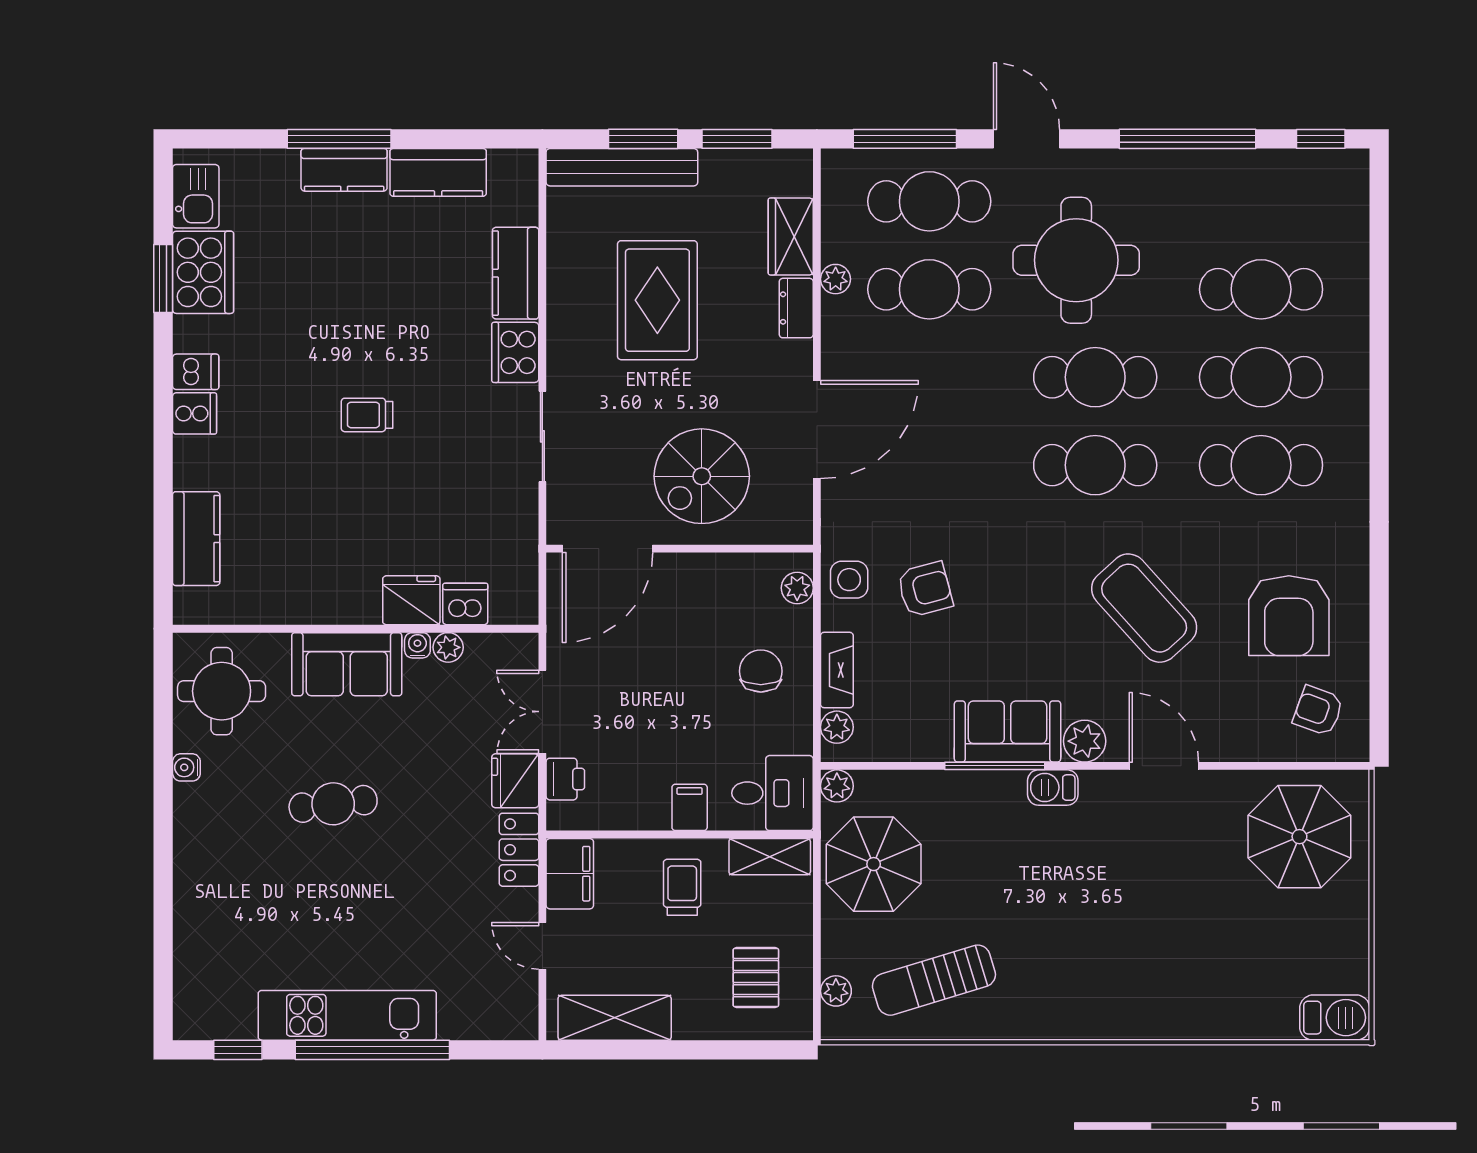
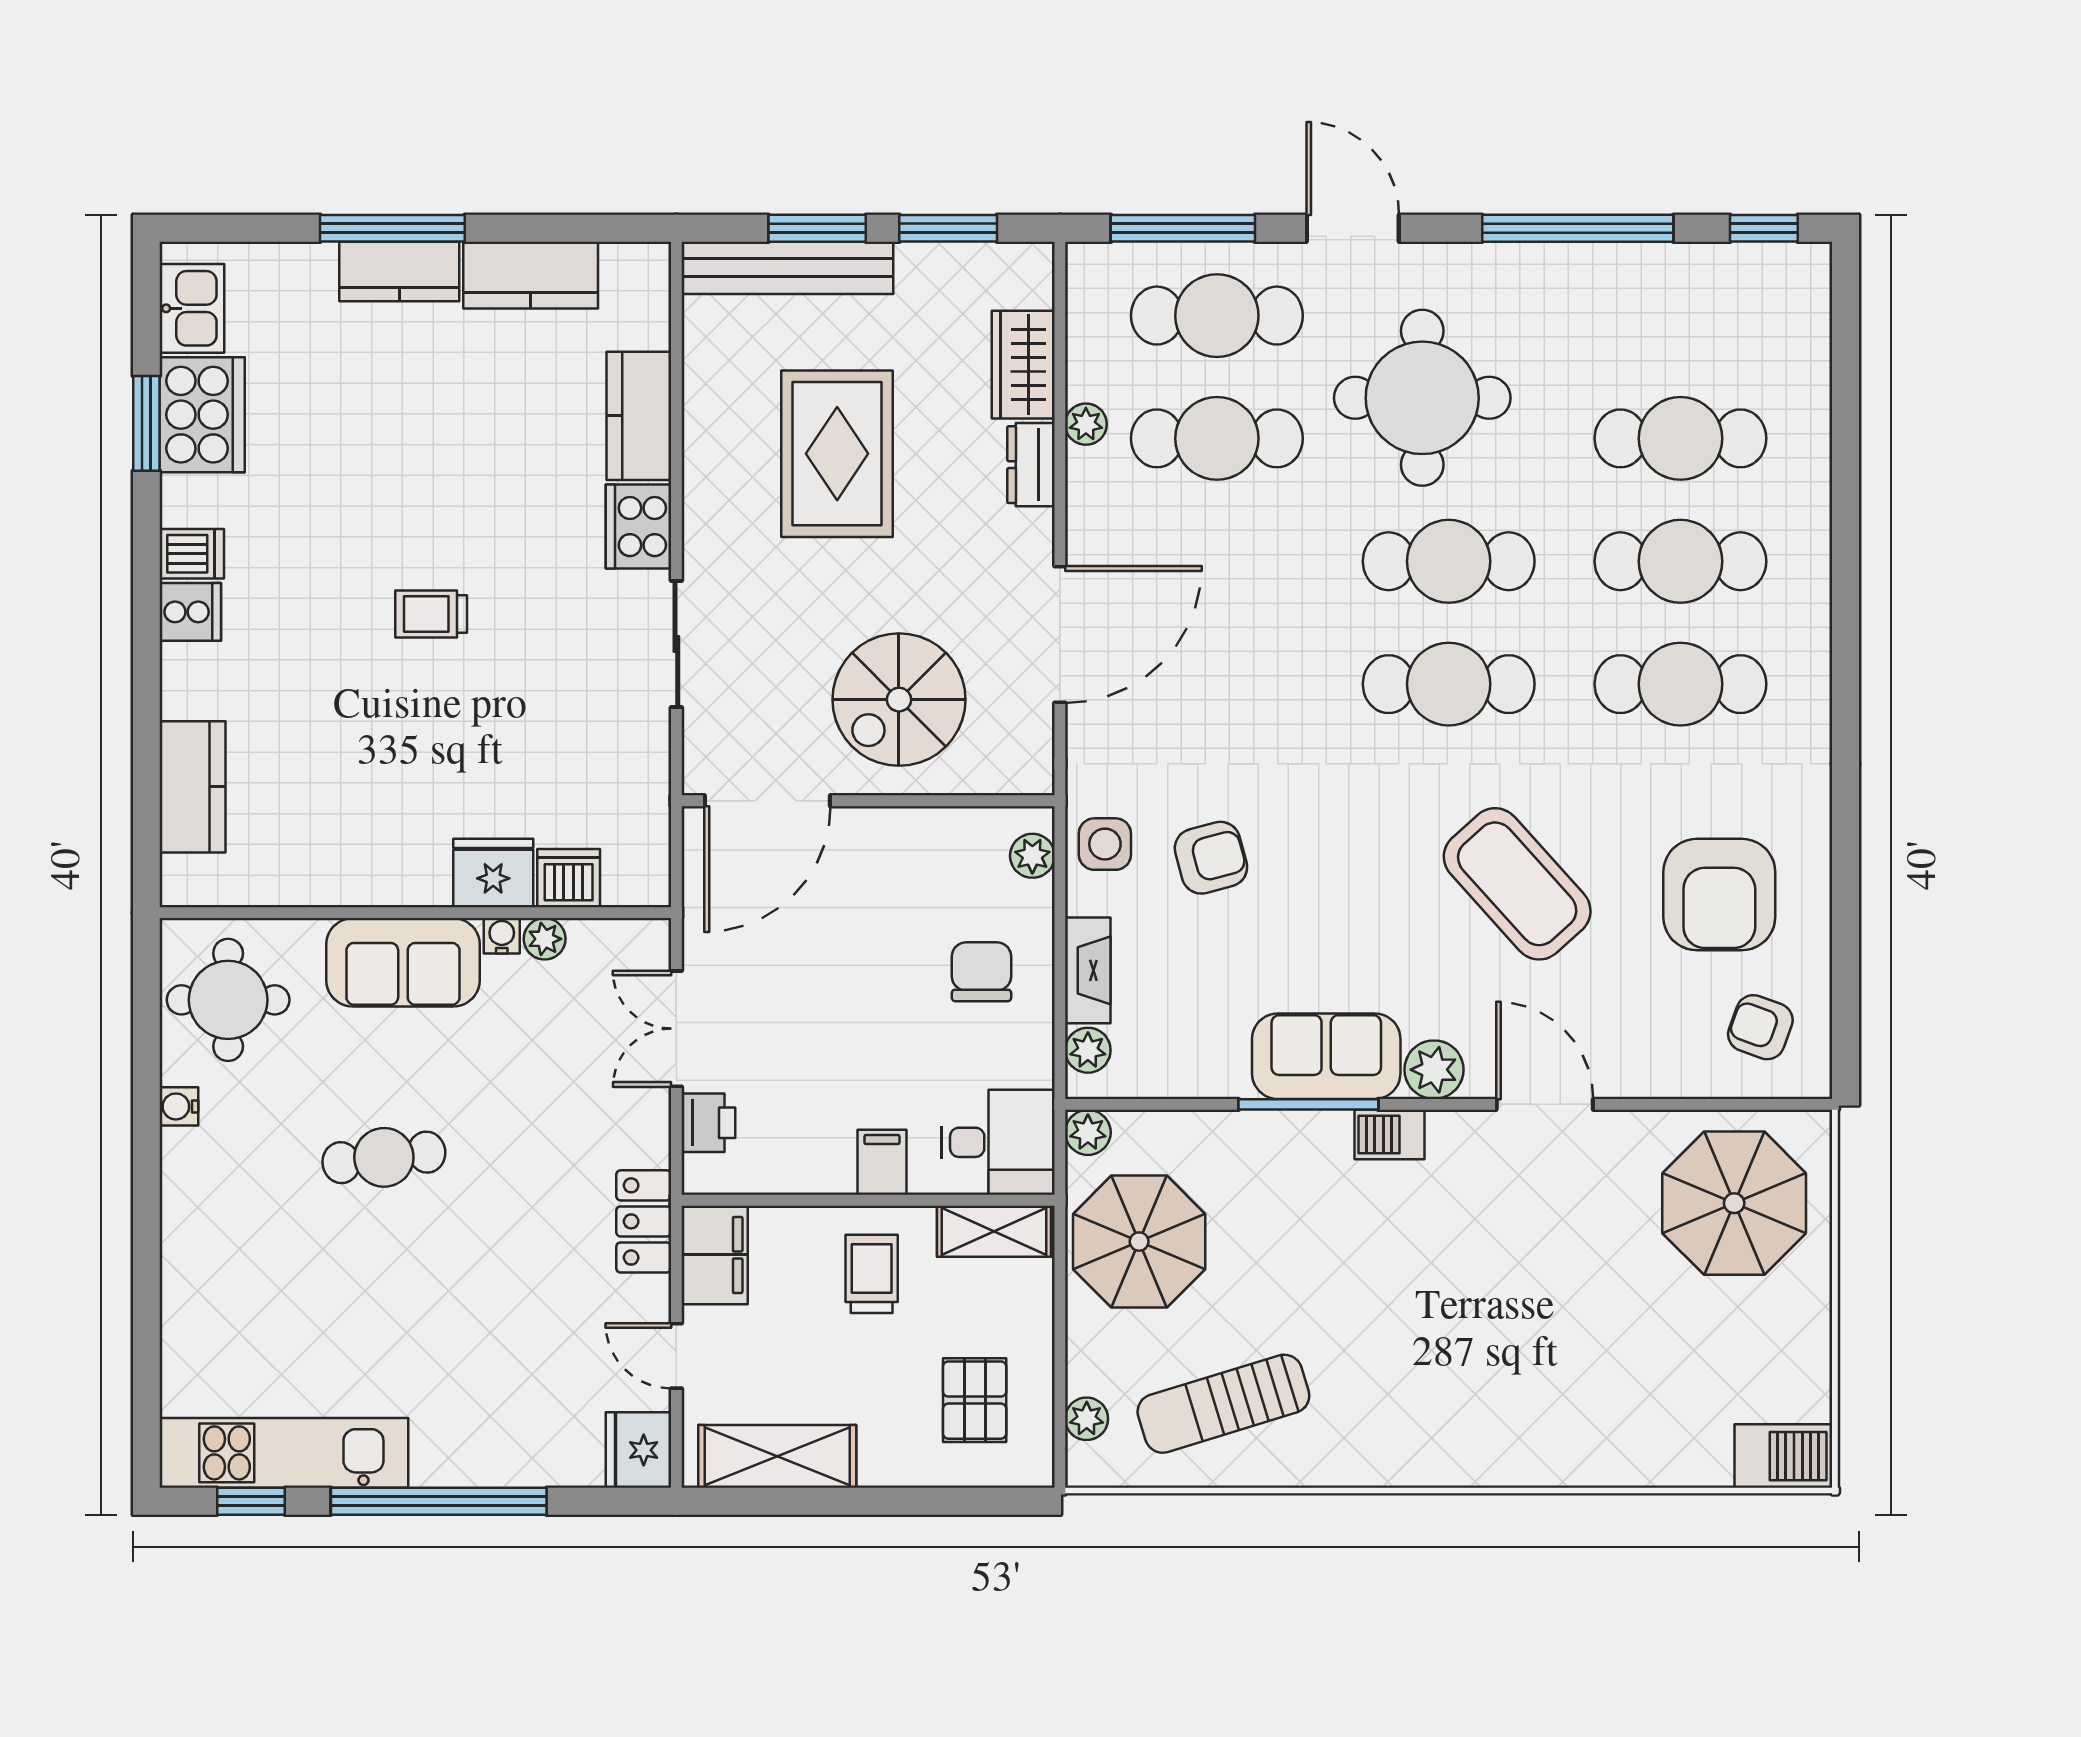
fridge: (515, 781) -> (638, 1450), moved
kitchen unit: (347, 1015) -> (284, 1453), moved

